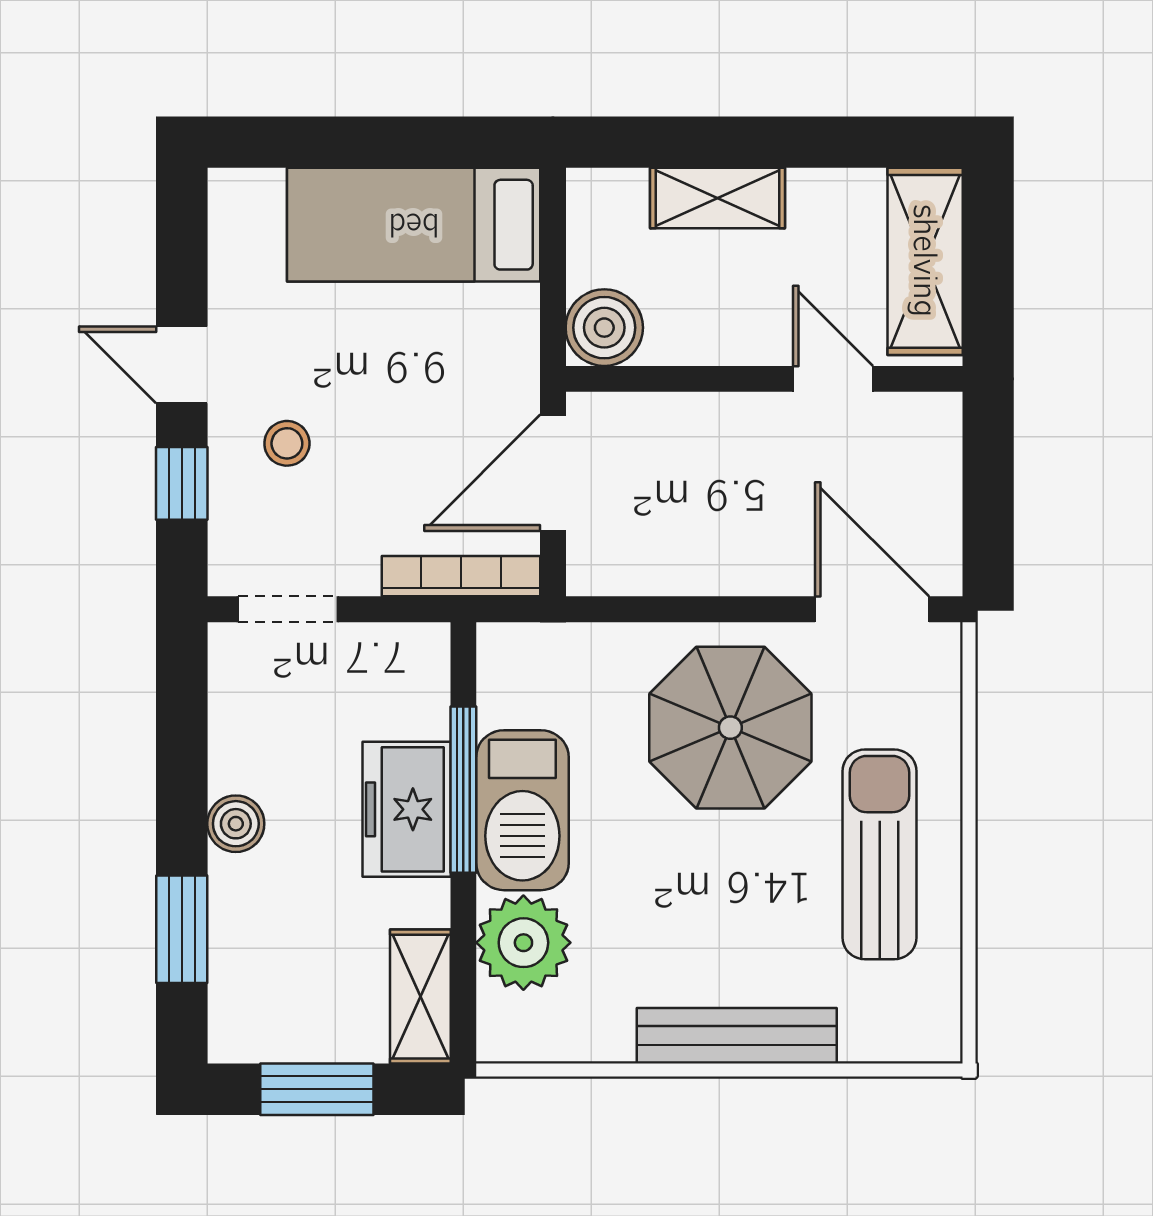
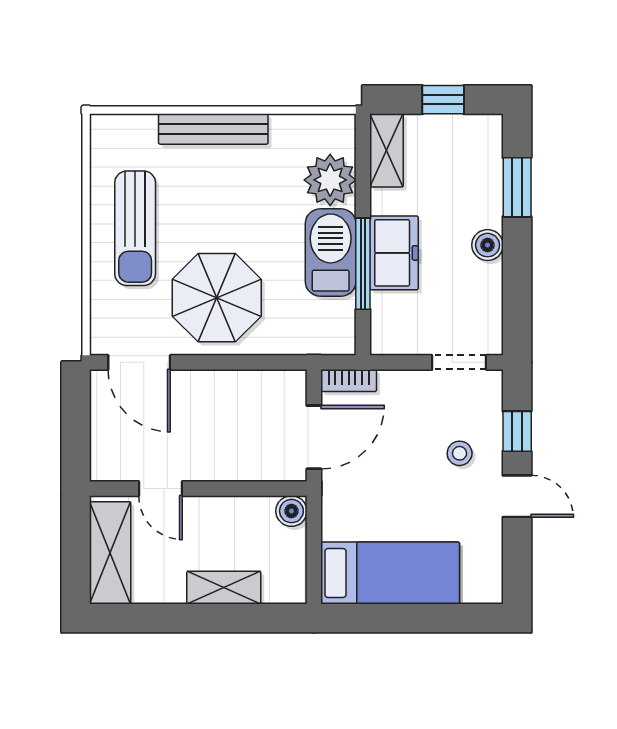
boiler: (604, 328) -> (291, 511), width x0.73, depth x0.73
bookcase: (461, 576) -> (349, 381), width x0.64
window: (317, 1089) -> (443, 100), width x0.67

